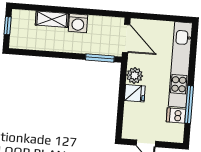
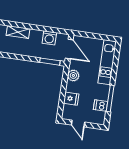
washing machine: (78, 23) -> (49, 38), moved
kitchen unit: (180, 65) -> (107, 62), width x0.73
fridge: (135, 93) -> (71, 99), moved

